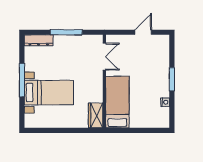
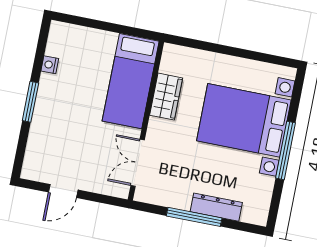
dresser: (39, 40) -> (216, 207), moved
bed with nightstands: (49, 93) -> (244, 120), width x1.36
wardrobe: (96, 115) -> (166, 97), moved

